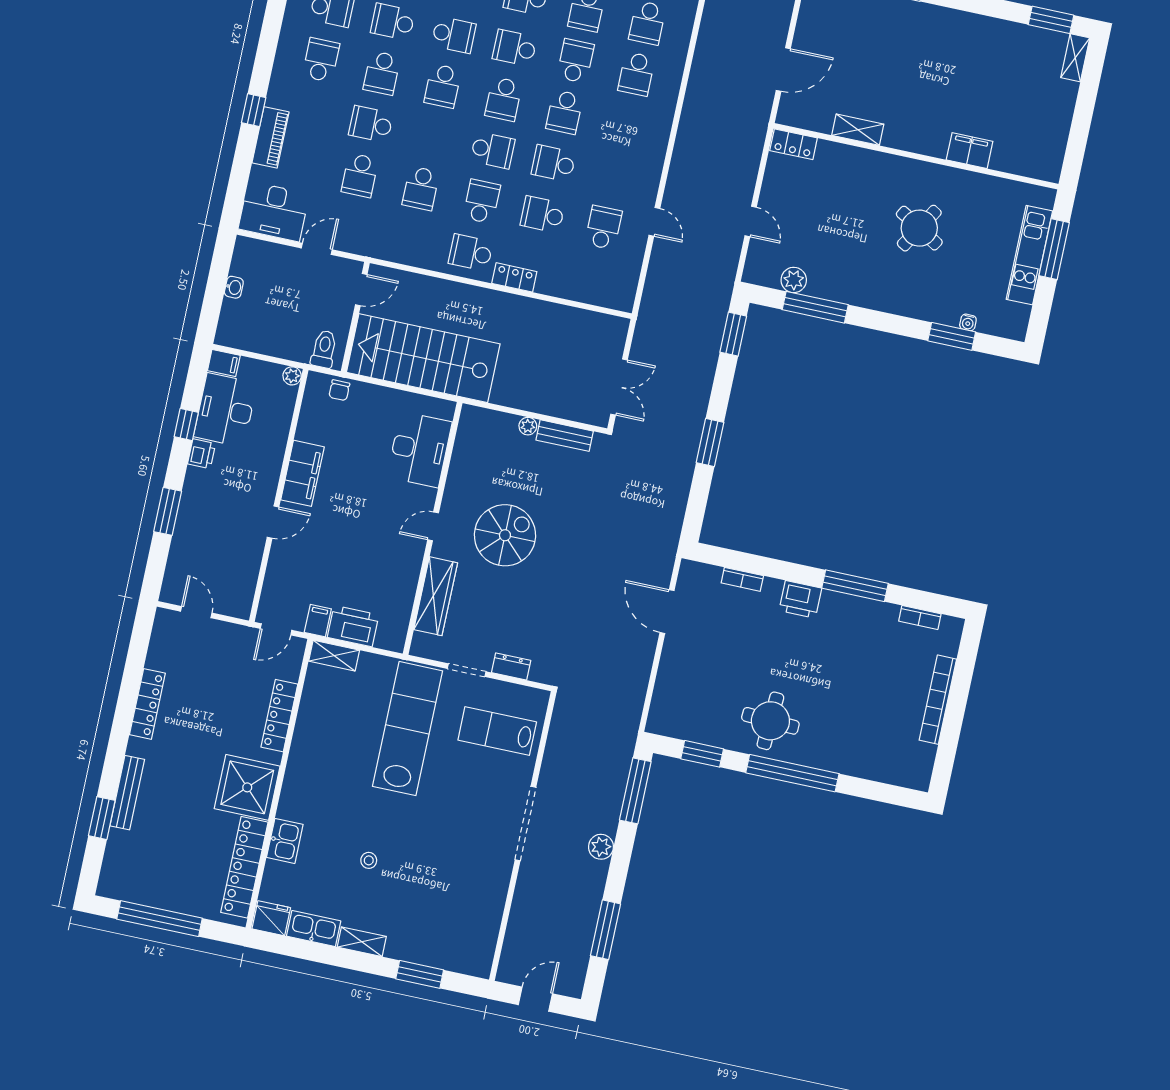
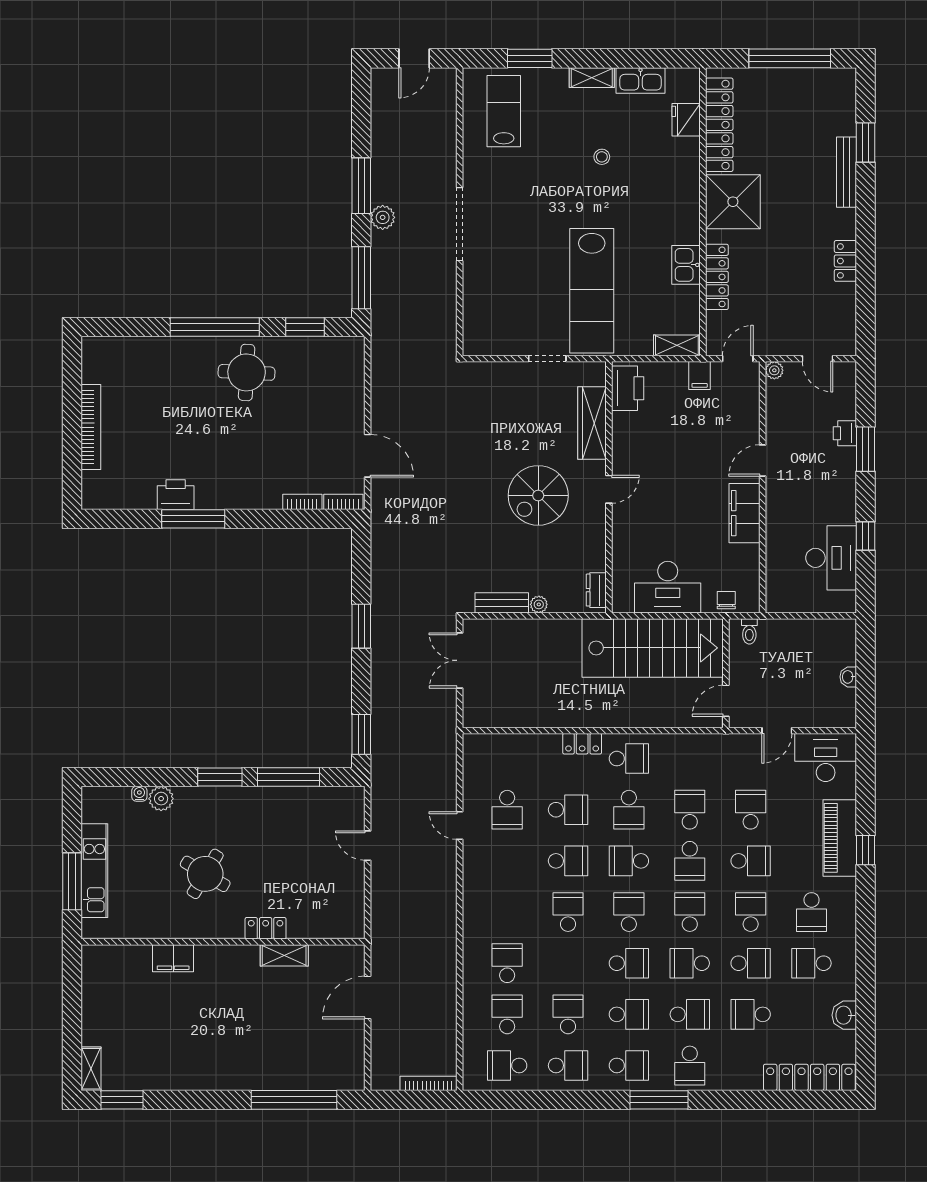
school desk: (575, 61) -> (690, 861), moved
piano: (271, 137) -> (840, 838), width x1.37, depth x1.33
locker: (794, 144) -> (266, 928), moved
plant: (794, 280) -> (161, 799), moved
window: (952, 336) -> (220, 777), moved
toilet: (324, 349) -> (749, 631), width x0.73, depth x0.72
filing cabinet: (224, 363) -> (842, 602), removed
plant: (292, 376) -> (774, 370), moved
desk: (419, 449) -> (668, 587), moved, turned -90
printer: (202, 454) -> (845, 433), moved
printer: (800, 599) -> (176, 495), moved
bookcase: (920, 617) -> (343, 502), moved
printer: (353, 626) -> (628, 388), moved, turned -90
dresser: (511, 666) -> (596, 590), moved, turned 90
locker: (147, 704) -> (845, 261), width x0.66
lab bench: (497, 731) -> (504, 111), moved, turned -90
kitchen sink: (285, 841) -> (686, 265), moved
fridge: (271, 918) -> (686, 120), moved, turned 90
window: (606, 930) -> (361, 186), moved

